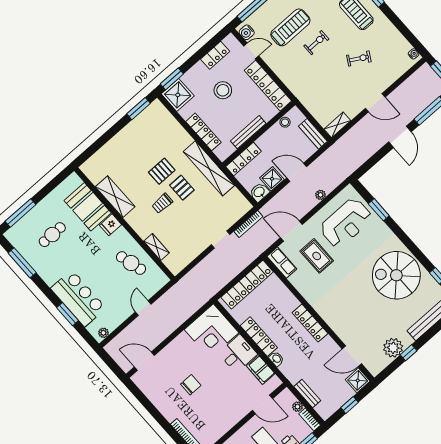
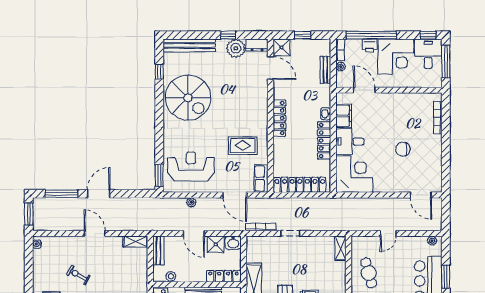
window: (379, 210) -> (159, 175), moved
shelving: (157, 247) -> (340, 248), moved
rug: (317, 256) -> (243, 146), moved, turned 90
dresser: (379, 365) -> (257, 45), added

